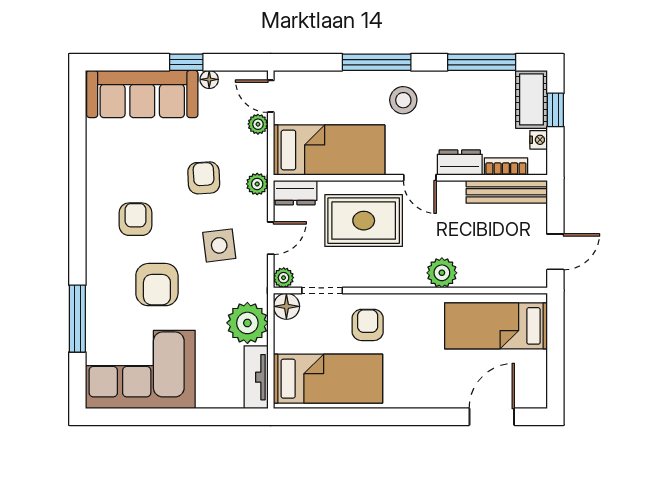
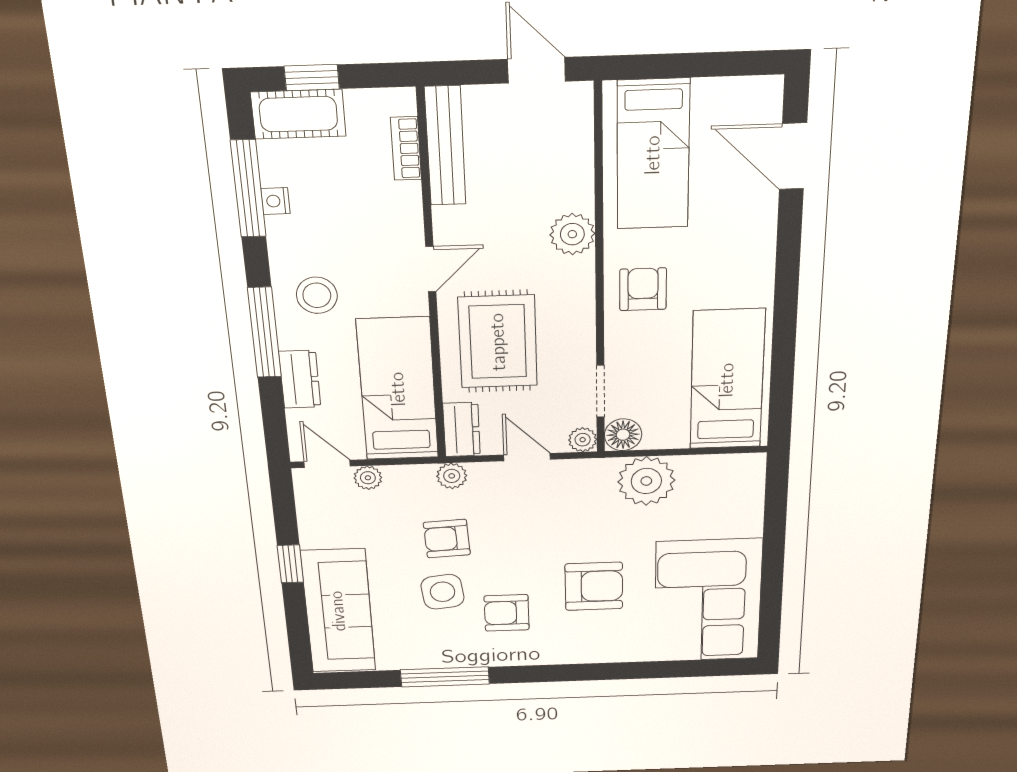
floor lamp: (209, 79) -> (311, 537), removed
door: (271, 96) -> (327, 464), swing flipped
nightstand: (539, 140) -> (275, 201), moved, turned -90
dresser: (460, 162) -> (300, 379), moved, turned 180
side table: (219, 245) -> (443, 592), moved
window: (77, 319) -> (445, 677), moved
armchair: (368, 325) -> (643, 289), moved, turned 90
tv unit: (256, 377) -> (722, 468), removed

